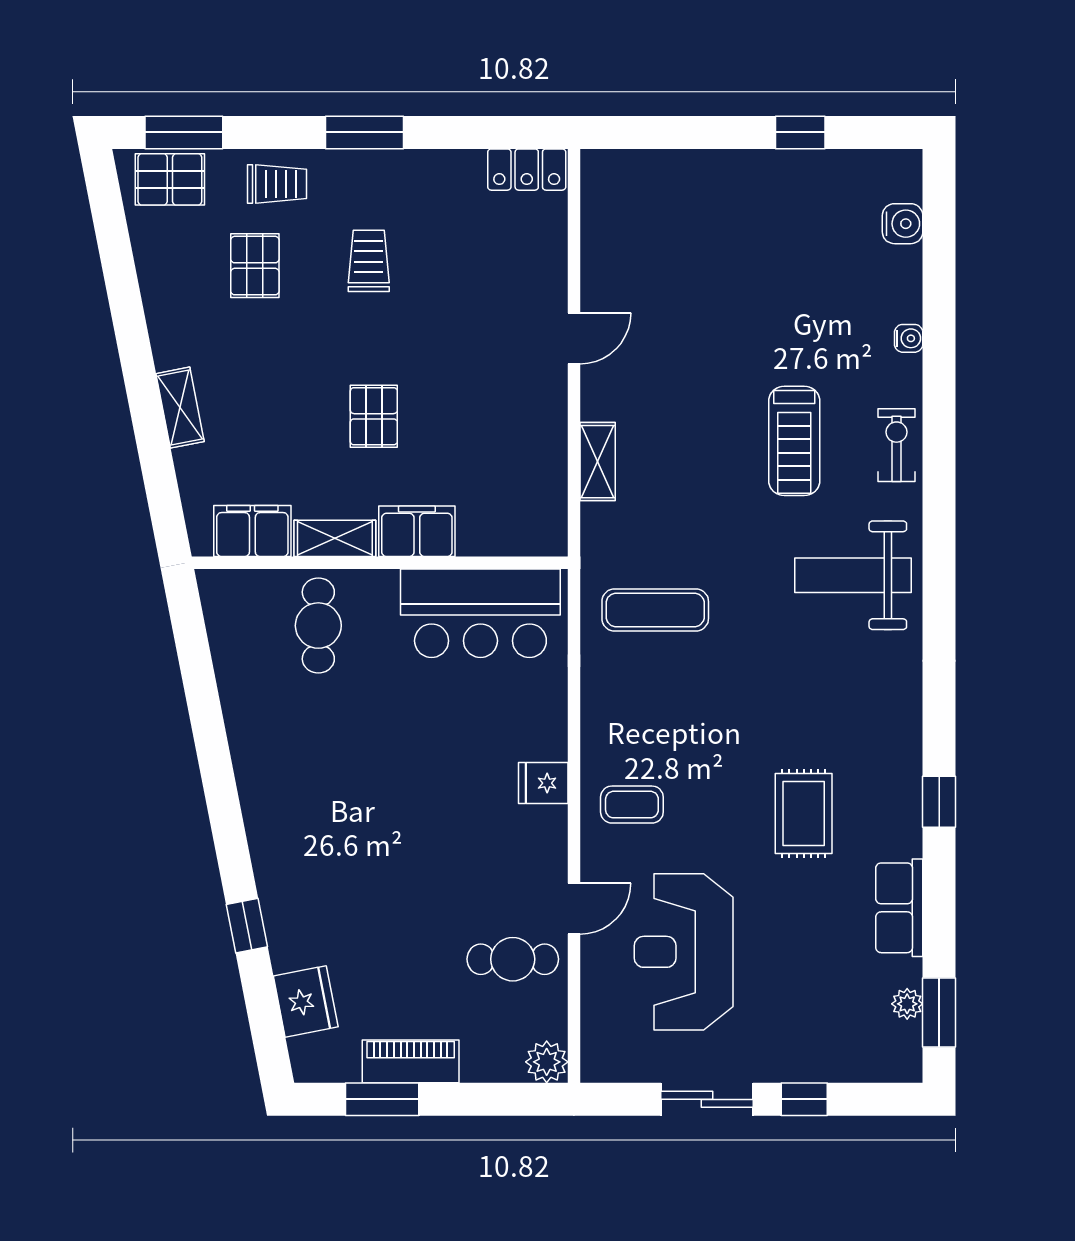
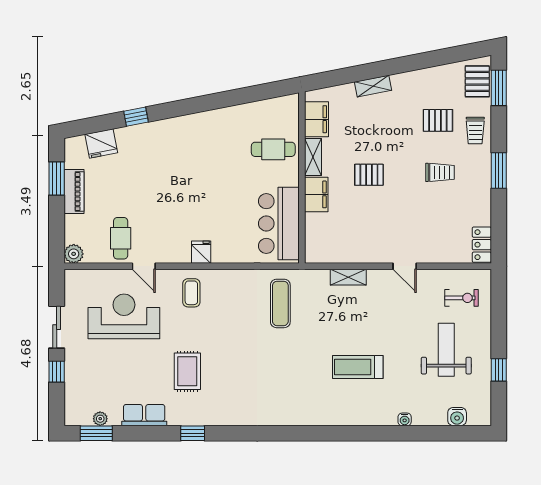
exercise bike: (896, 445) -> (461, 298), moved
weight bench: (853, 575) -> (446, 350), moved
rug: (804, 813) -> (187, 371), turned 90

